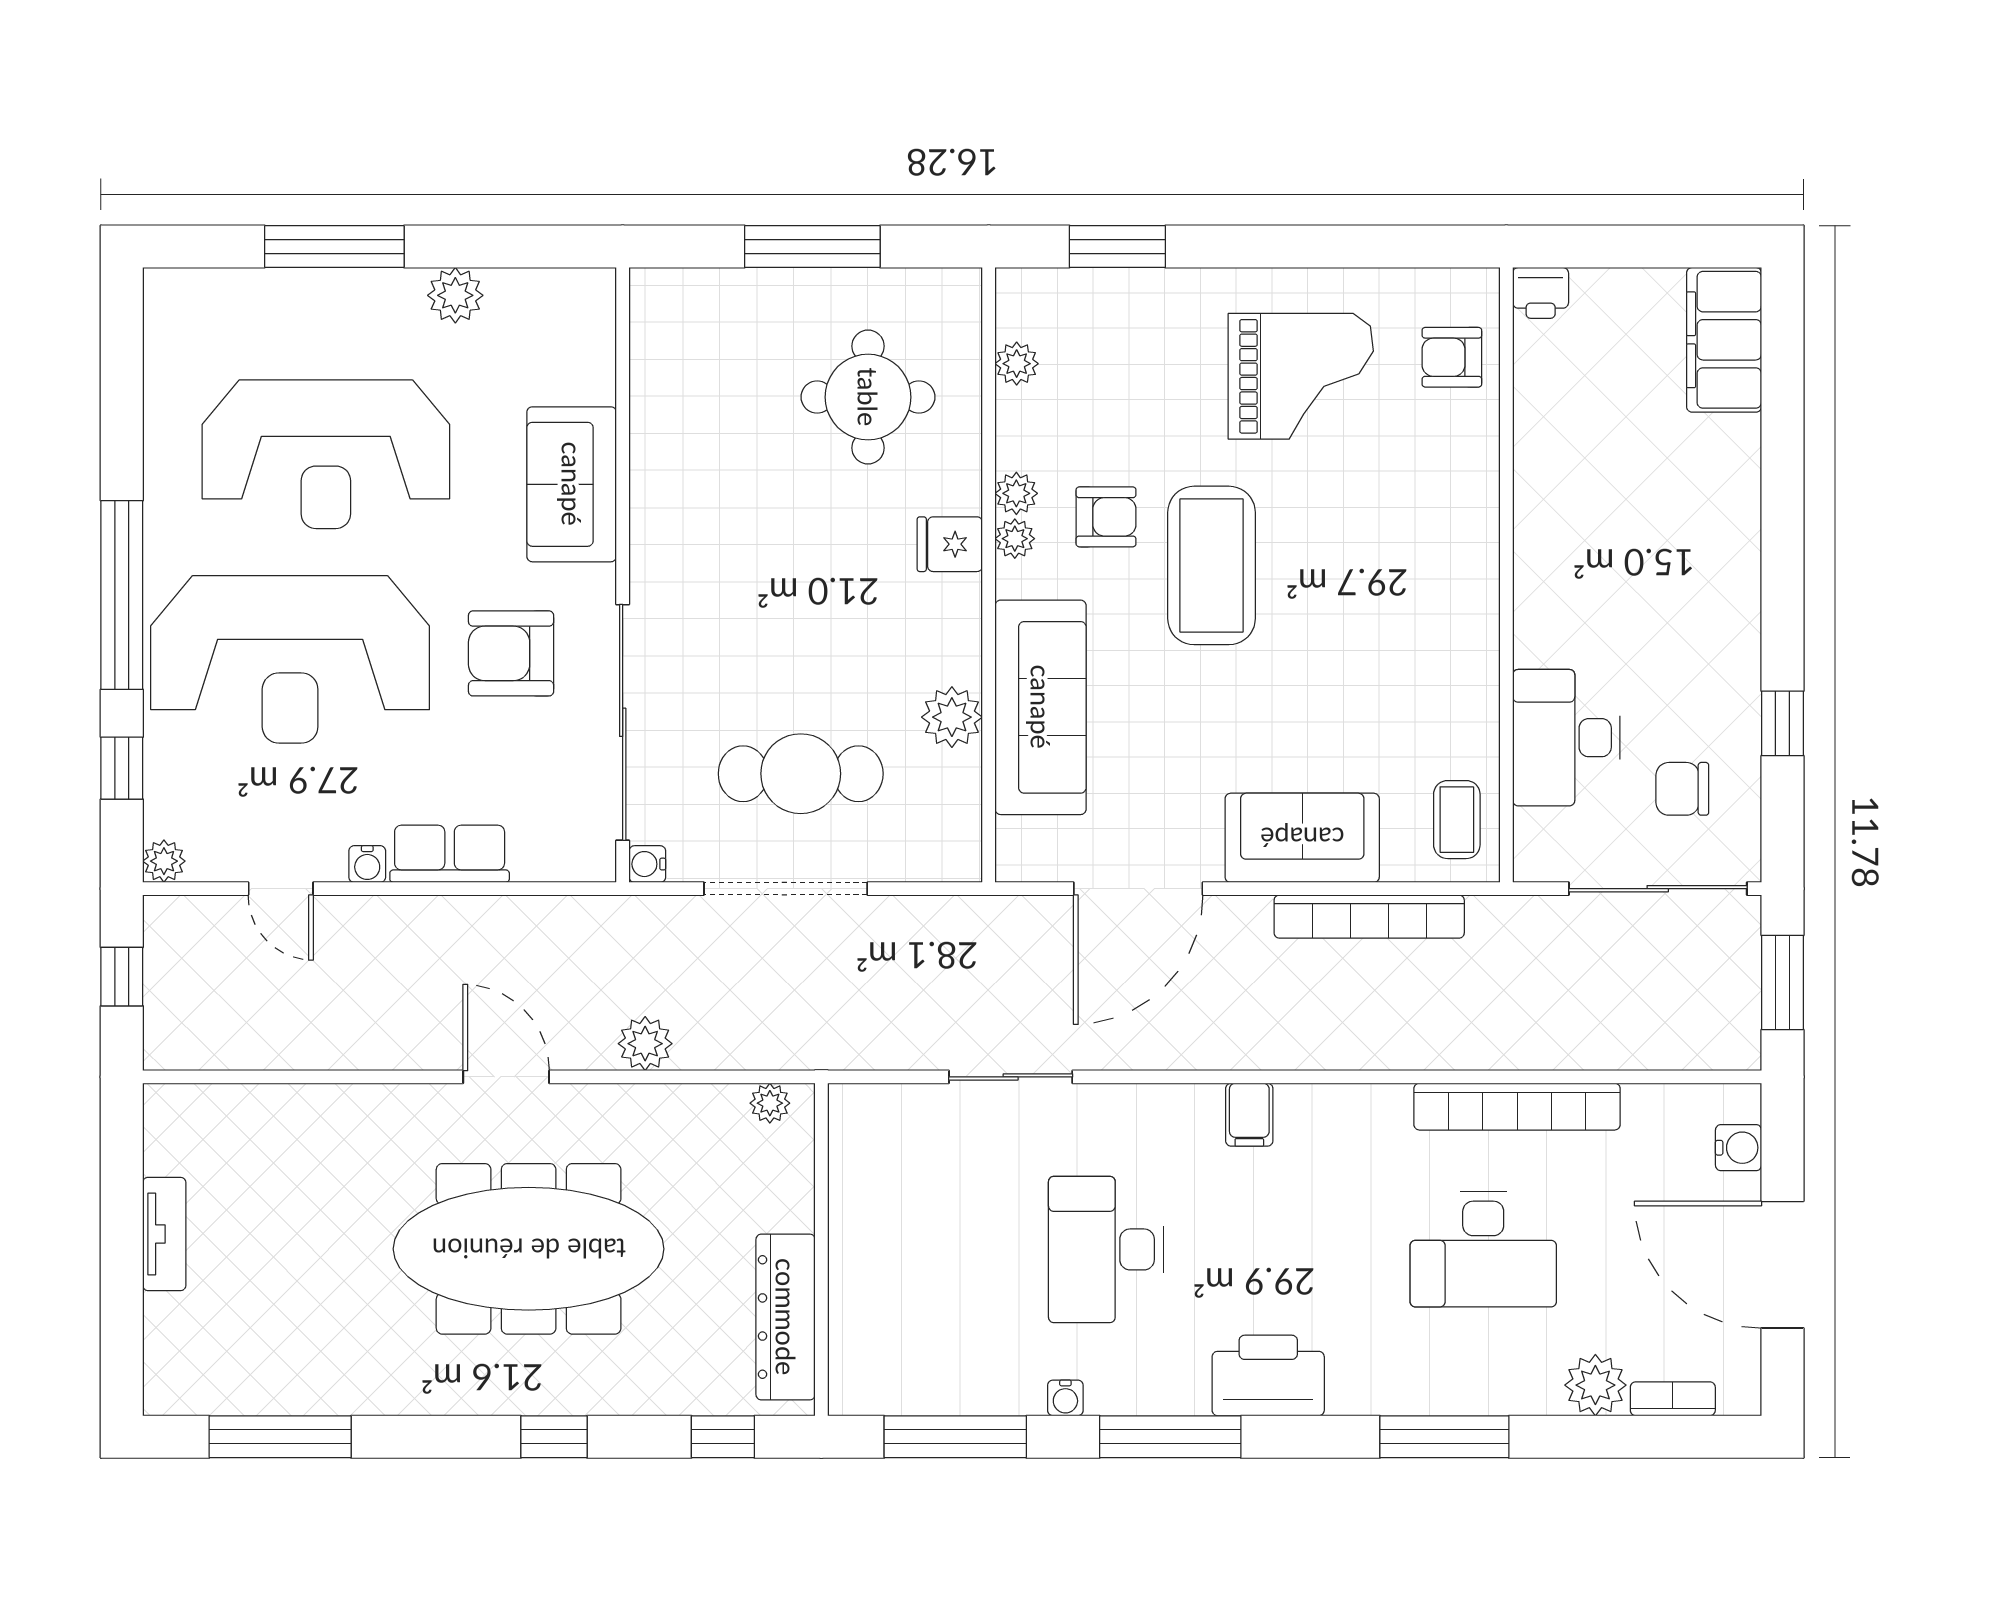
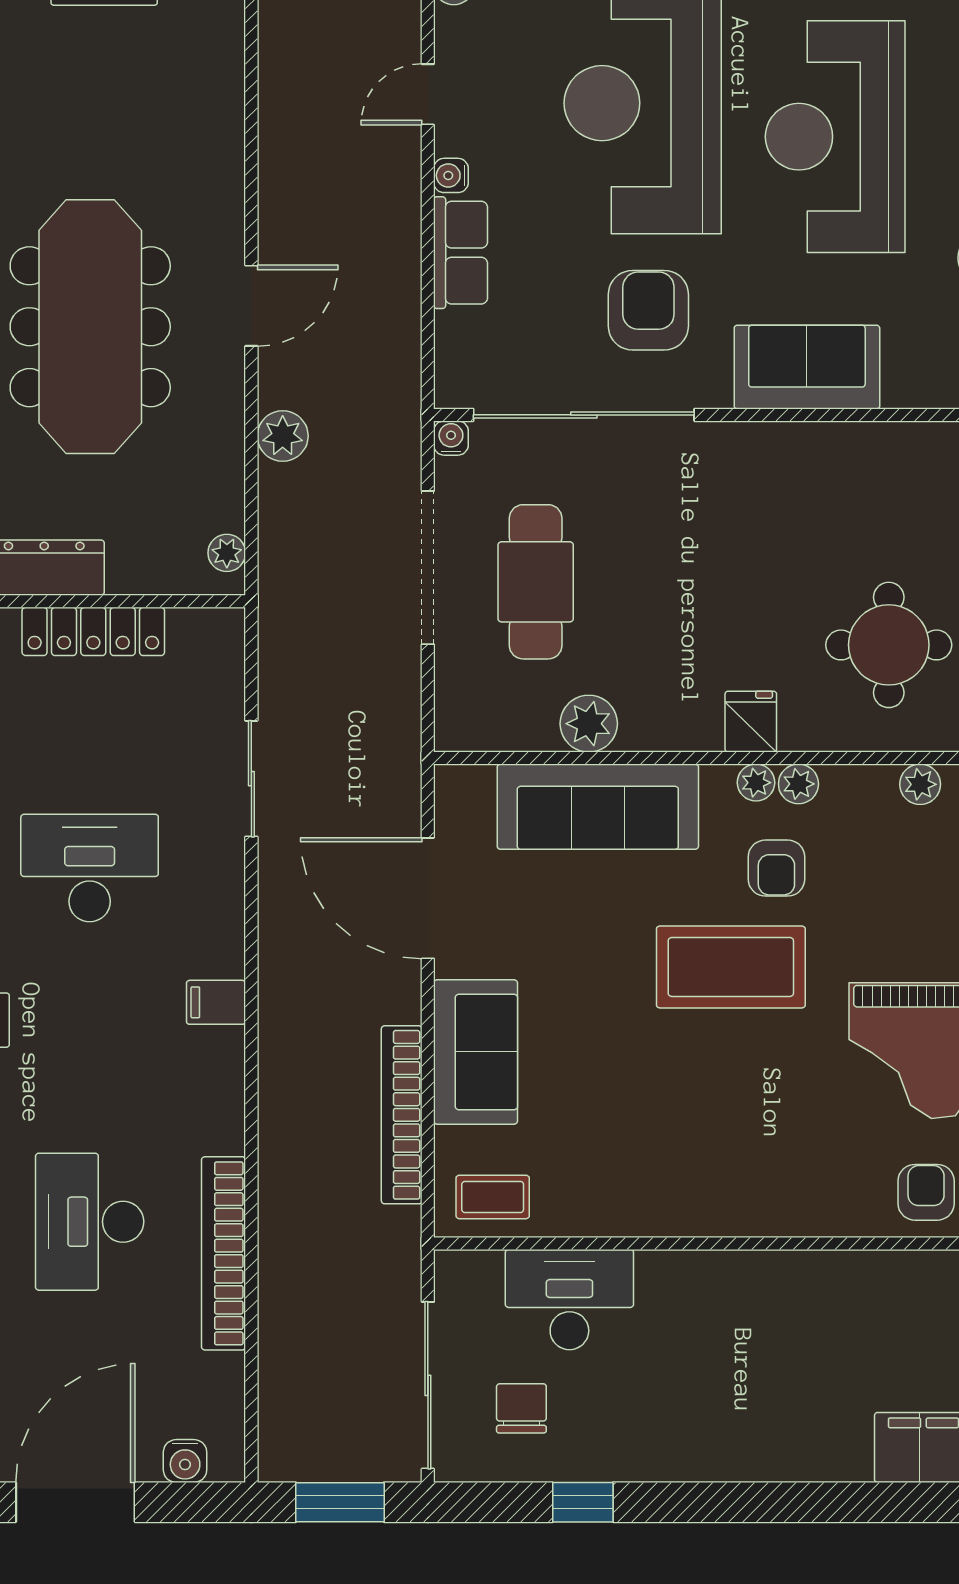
locker: (854, 1246) -> (93, 631), added

